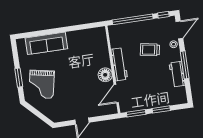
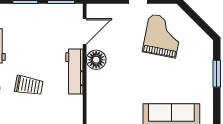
grand piano: (42, 84) -> (163, 36), moved

